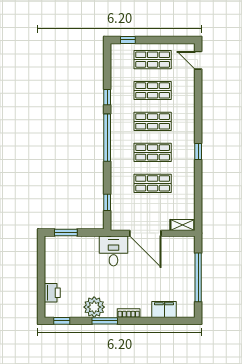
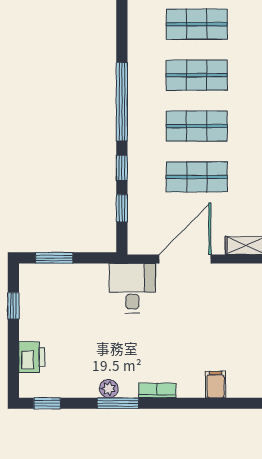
window: (107, 97) -> (122, 168), moved
door: (145, 233) -> (185, 259), swing flipped
window: (41, 262) -> (13, 306), added
plant: (94, 307) -> (109, 389), width x0.53, depth x0.53
filing cabinet: (164, 309) -> (216, 384), width x0.50

